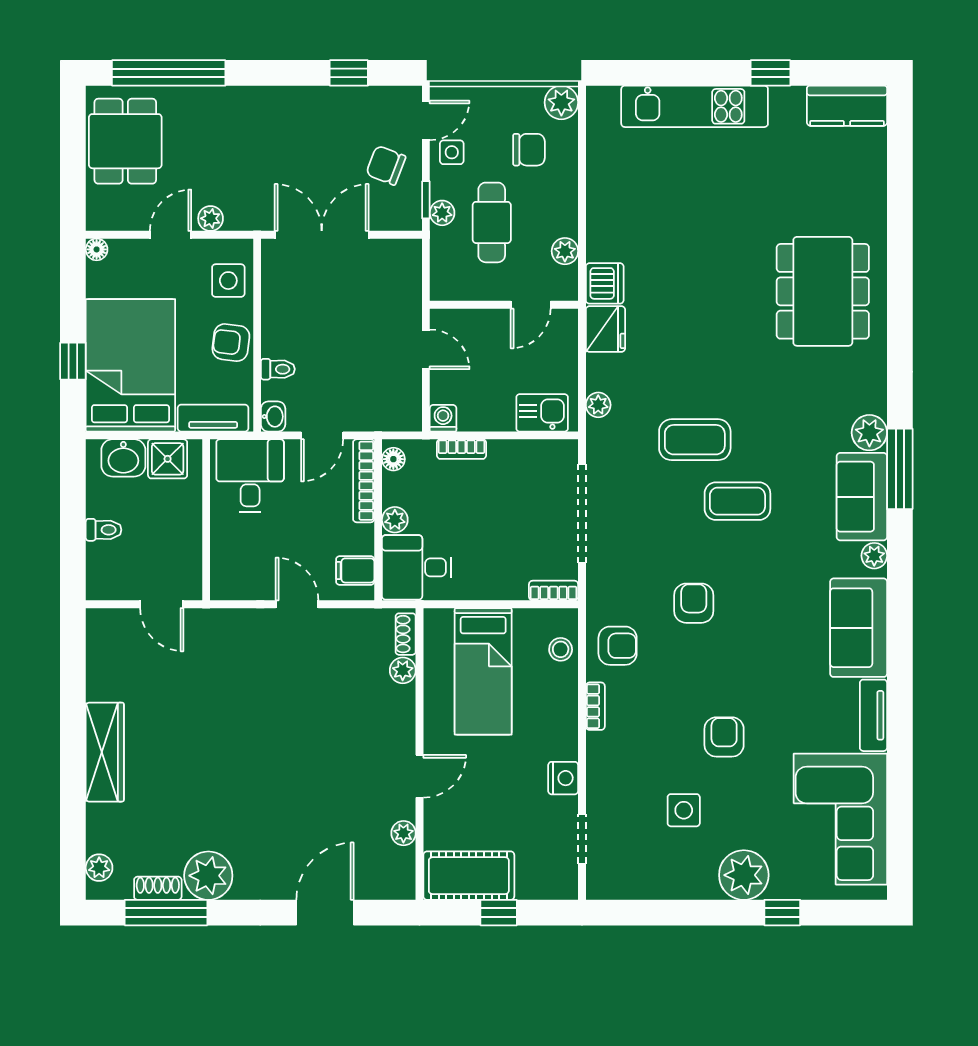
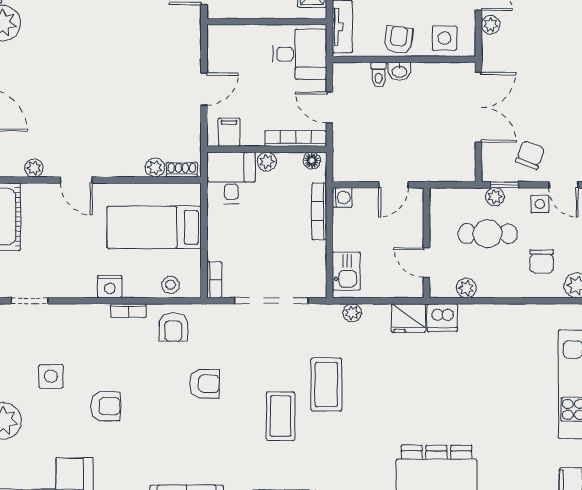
washbasin: (273, 417) -> (399, 71), moved
bookcase: (461, 449) -> (319, 211), width x1.56
nightstand: (563, 778) -> (110, 287), moved

